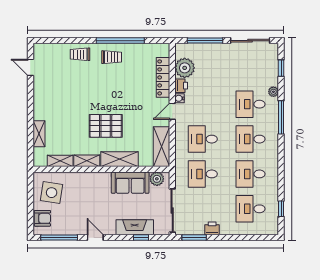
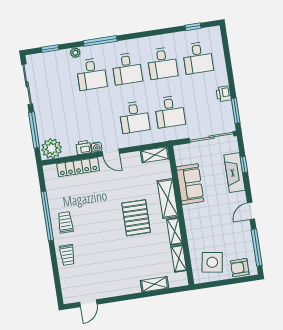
plant: (185, 68) -> (52, 149), moved
shelving: (162, 147) -> (155, 155), width x0.67, depth x0.75
plant: (157, 179) -> (182, 158), removed
armchair: (42, 218) -> (240, 268), turned -90

